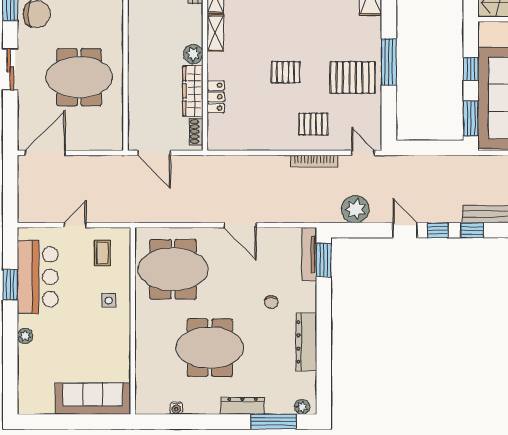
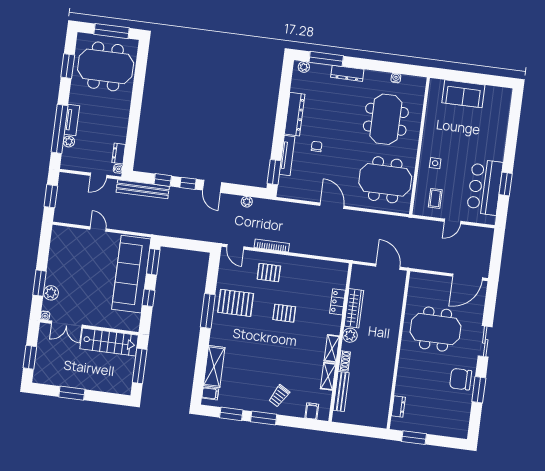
shoe rack: (196, 132) -> (344, 361), moved
plant: (355, 209) -> (247, 202), width x0.53, depth x0.53
tv unit: (309, 254) -> (287, 156), moved
plant: (25, 336) -> (500, 145), removed
meeting table: (210, 348) -> (386, 119), moved, turned 90
sofa: (93, 399) -> (463, 94), width x0.73

